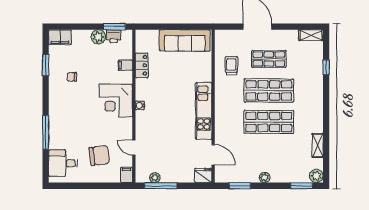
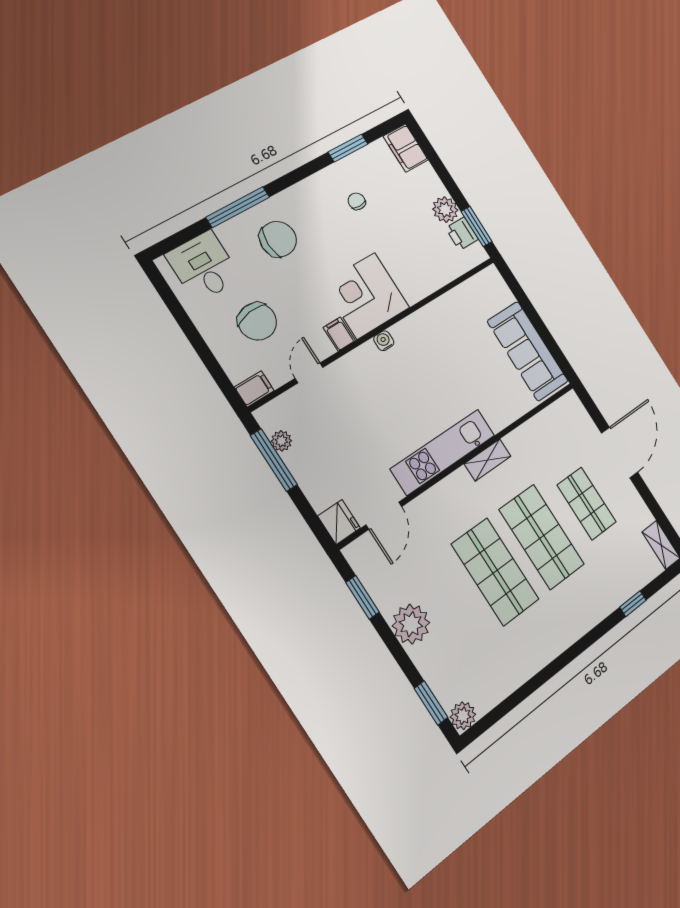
filing cabinet: (125, 65) -> (339, 334), moved
locker: (142, 65) -> (447, 305), removed
trolley: (231, 66) -> (539, 450), removed
chair: (69, 124) -> (278, 239), added
shelving: (318, 145) -> (488, 460), moved
plant: (265, 177) -> (411, 624), width x1.88, depth x1.88

